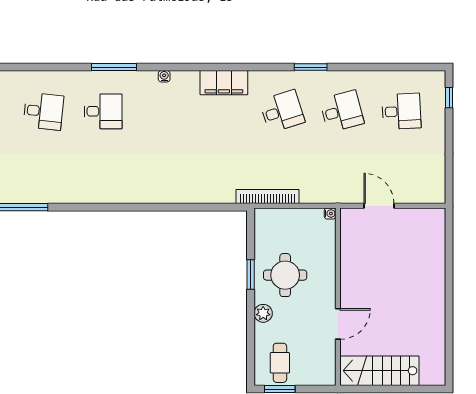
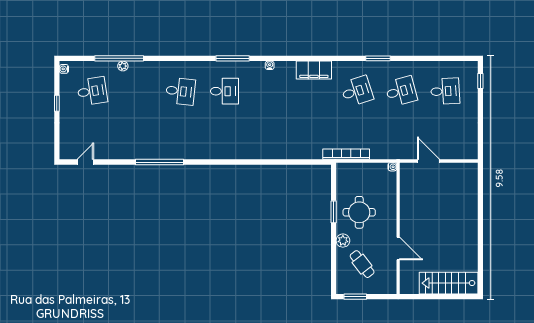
door: (338, 324) -> (398, 248), hinge flipped
cafe table: (280, 363) -> (362, 264), moved, turned -38
stairs: (379, 371) -> (449, 283), moved

